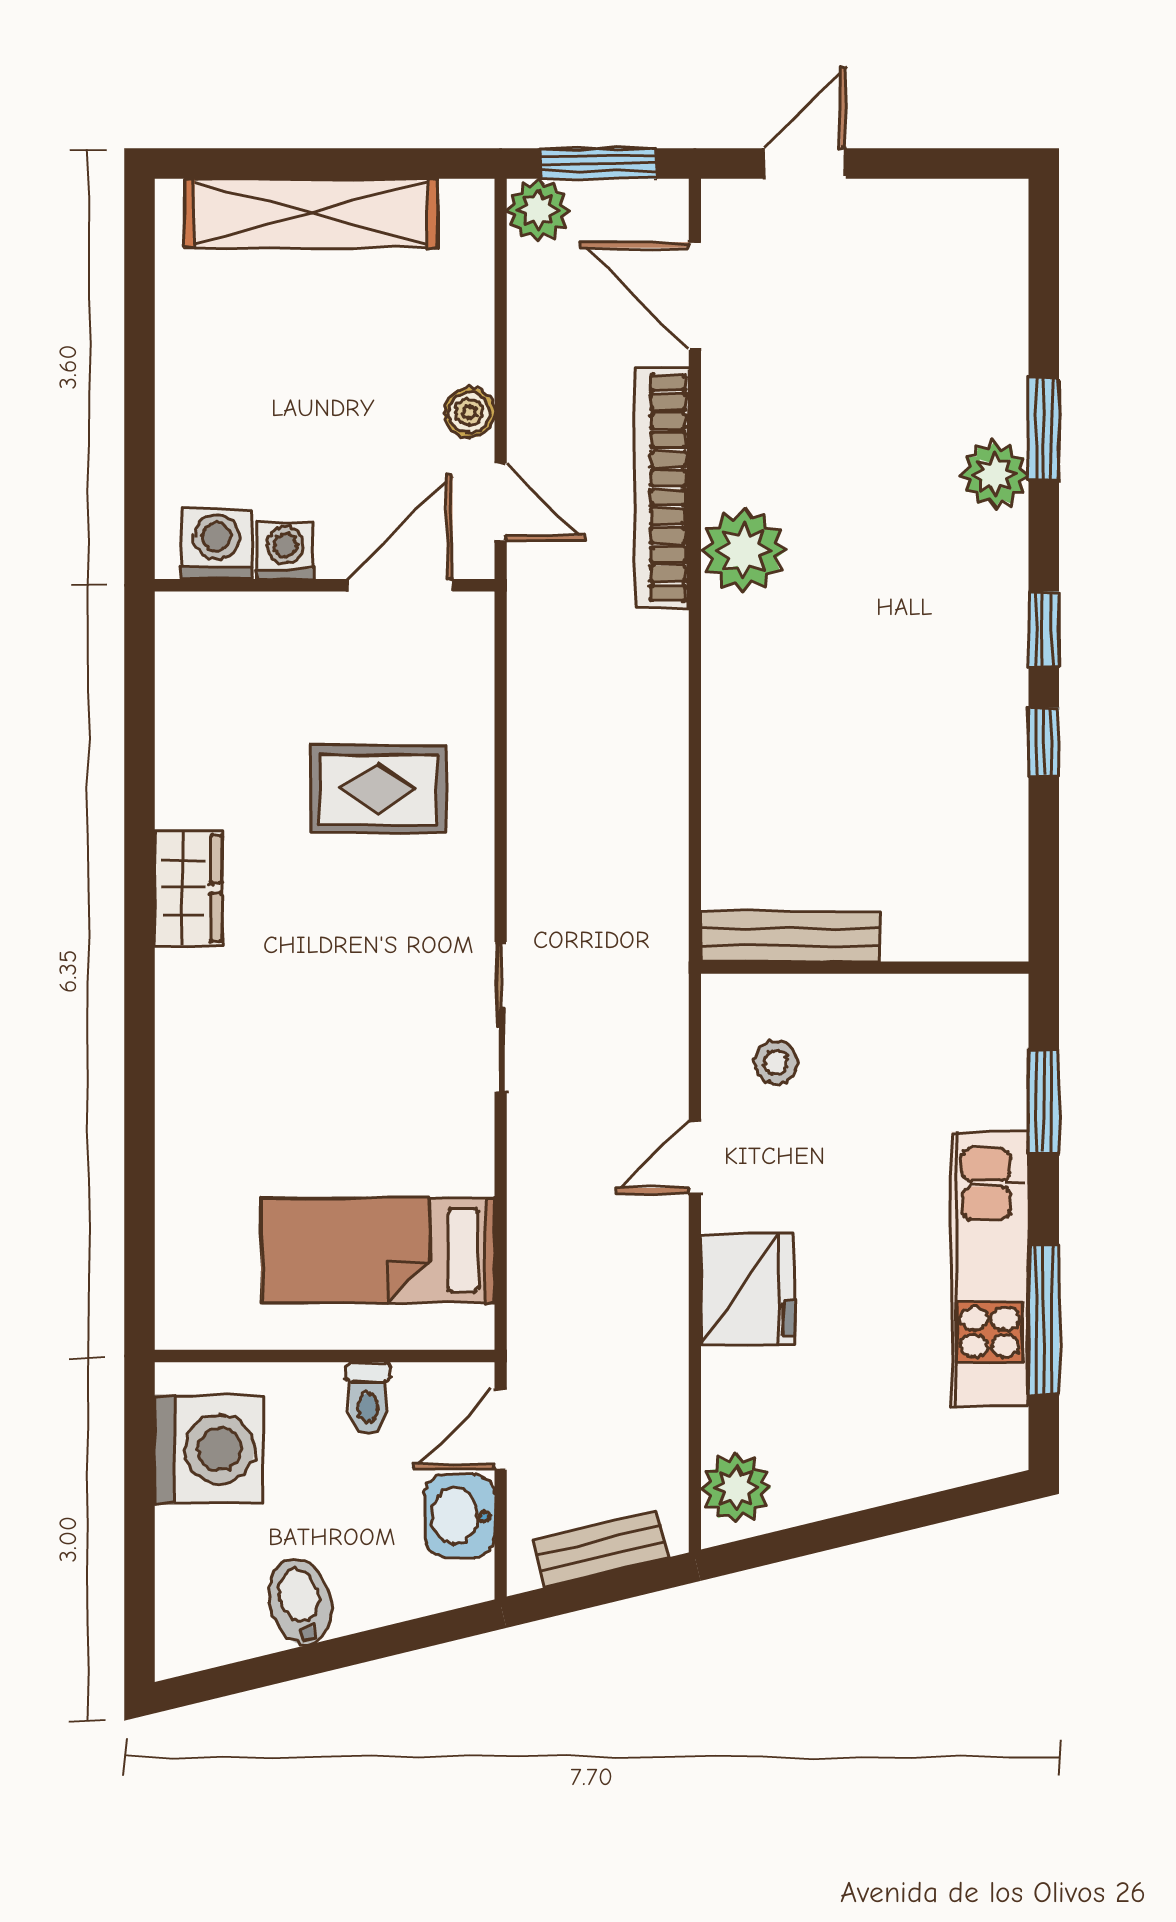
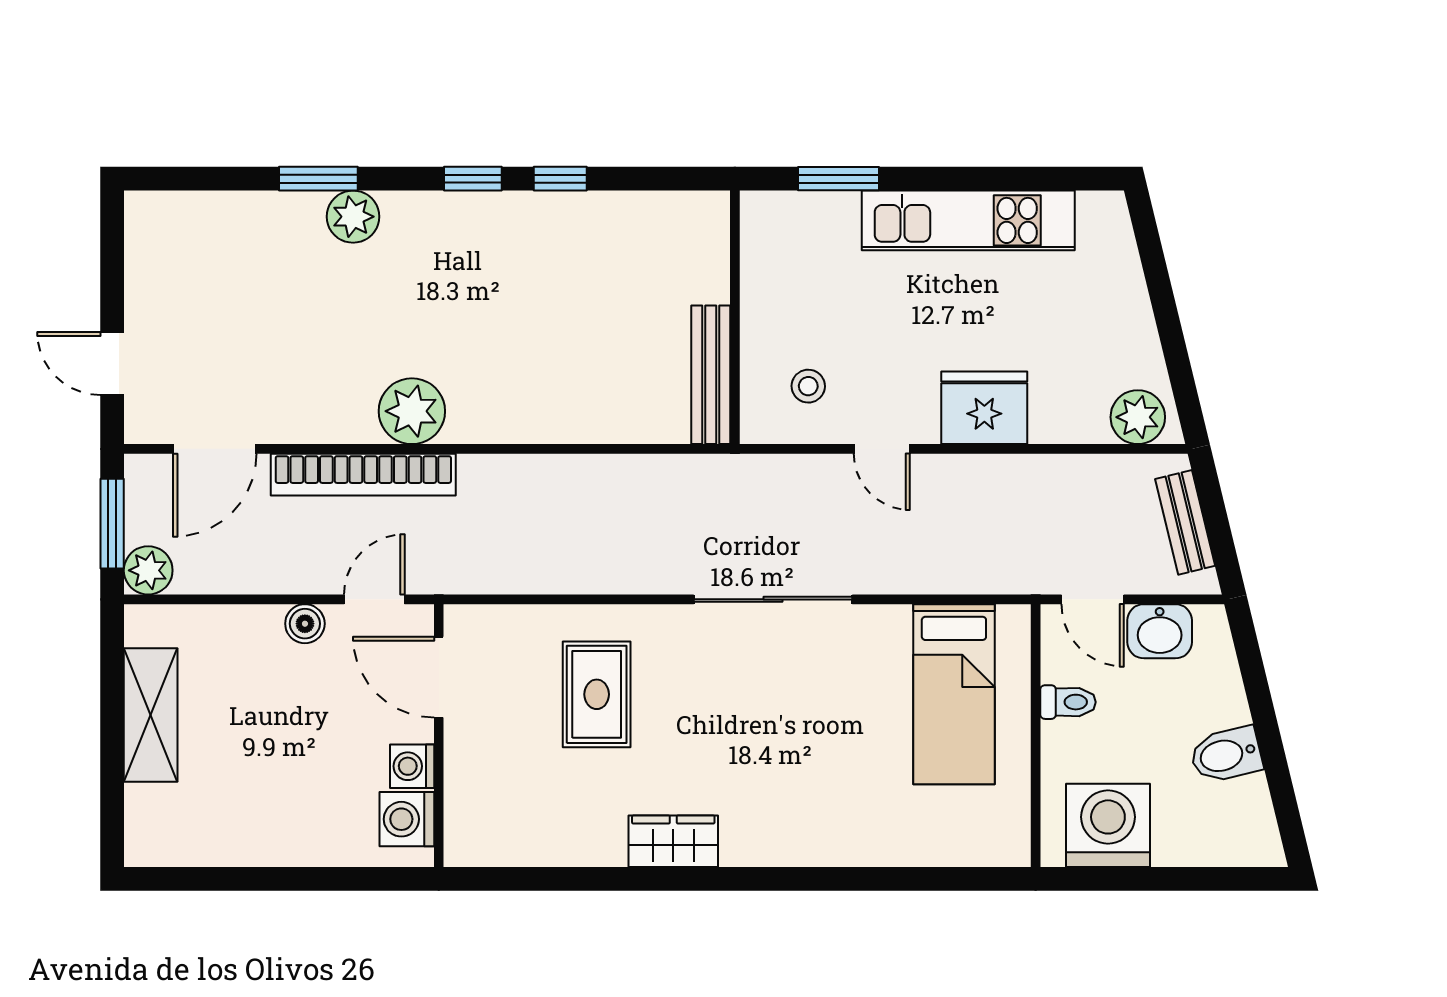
shelving: (311, 213) -> (151, 715), width x0.68
sliding door: (501, 1017) -> (773, 599), width x1.37
window: (1044, 1320) -> (1008, 179), removed

